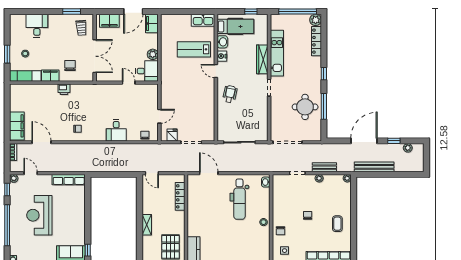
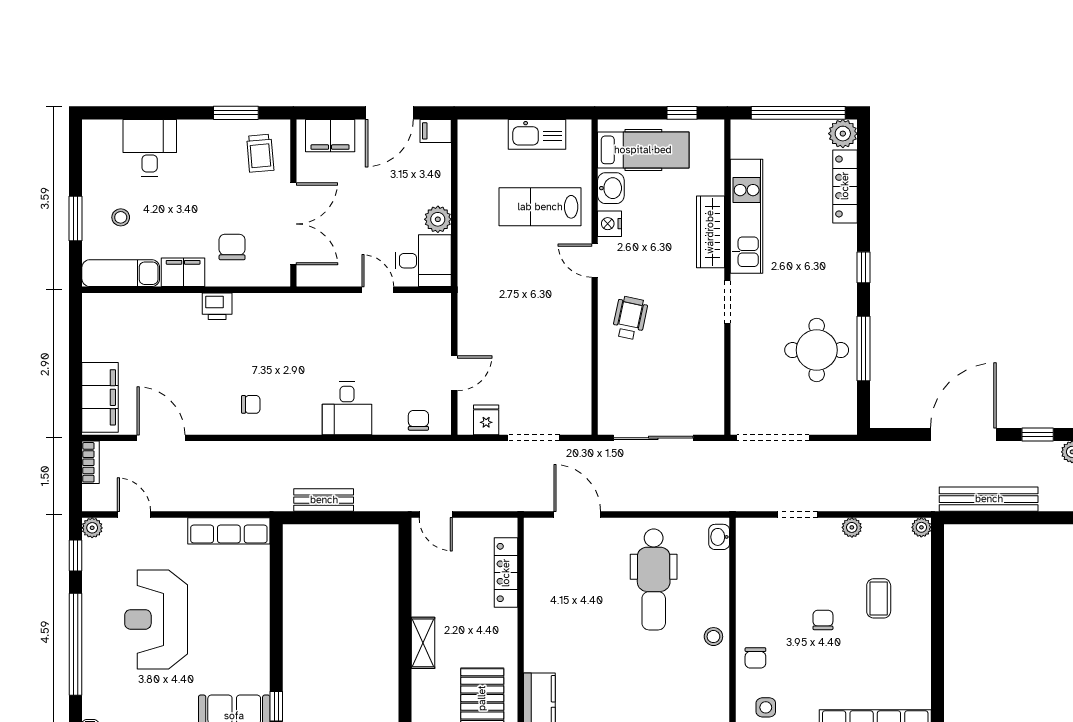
kitchen sink: (203, 20) -> (537, 134), moved
filing cabinet: (152, 23) -> (436, 131), width x0.50
bench: (324, 167) -> (324, 500), moved
coffee table: (337, 224) -> (879, 598), moved

